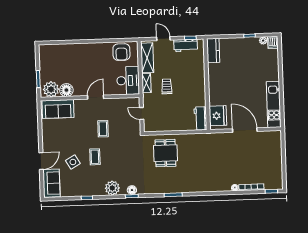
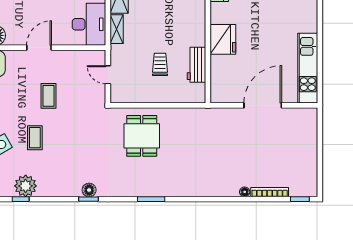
trolley: (167, 87) -> (160, 64), moved
fridge: (218, 116) -> (223, 39), moved
workbench: (200, 118) -> (196, 65), moved
door: (245, 130) -> (263, 105), hinge flipped
plant: (112, 188) -> (26, 186), moved

